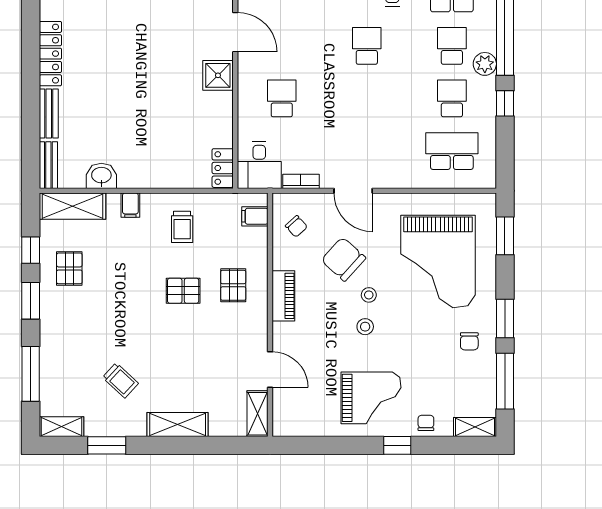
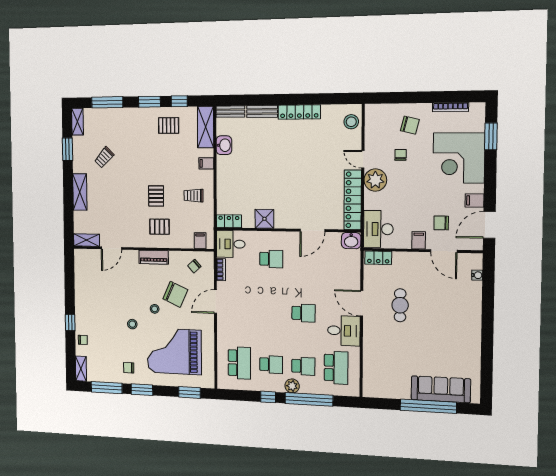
shower: (218, 75) -> (264, 219), moved
chair: (343, 259) -> (175, 294), turned 72
stool: (365, 327) -> (132, 324), moved
grand piano: (371, 398) -> (96, 308), removed

